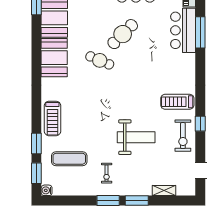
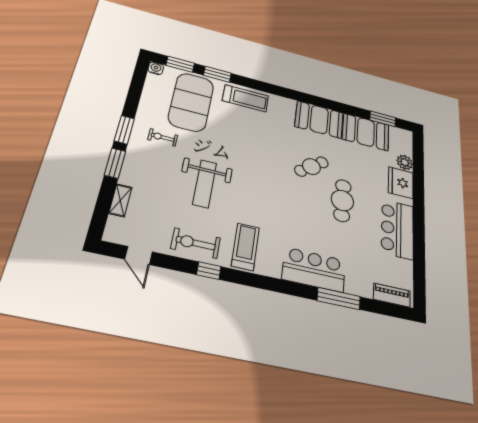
bar counter: (183, 30) -> (314, 270), moved
cafe table: (123, 34) -> (342, 200), turned 45
cafe table: (100, 60) -> (311, 167), turned 30
treadmill: (52, 118) -> (245, 98), turned 180
exercise mat: (69, 159) -> (191, 102), width x2.00, depth x1.45

